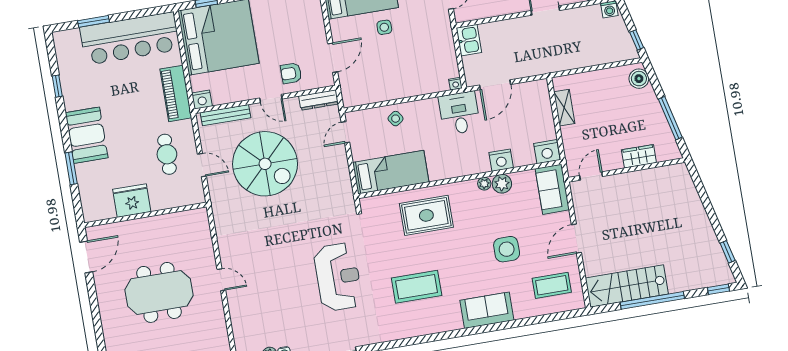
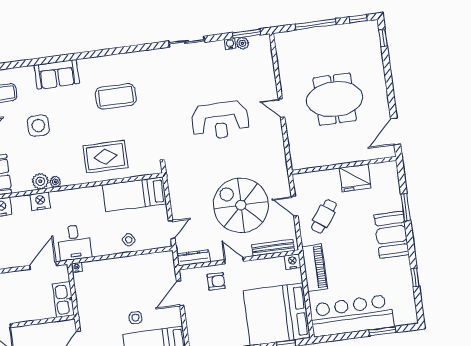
kitchen sink: (469, 40) -> (63, 300), width x1.38
cafe table: (167, 154) -> (324, 216), turned 36
reception desk: (338, 277) -> (220, 120), moved, turned -90

